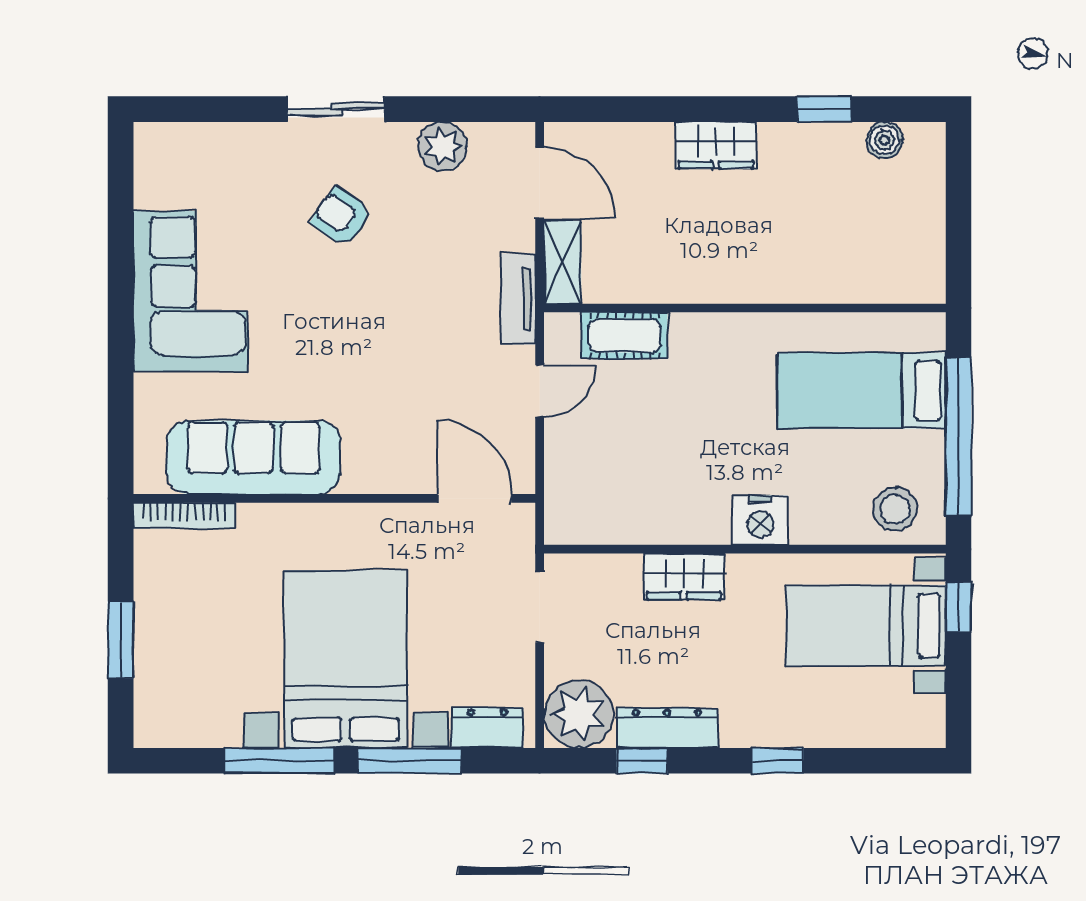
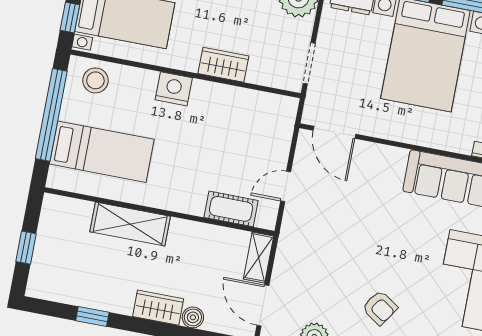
boiler: (884, 140) -> (193, 317), moved
window: (959, 204) -> (26, 248), added
shelving: (790, 278) -> (130, 224), added
tv unit: (518, 299) -> (288, 241), removed

